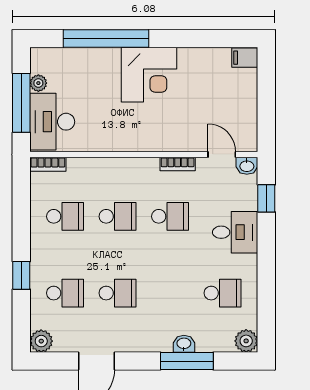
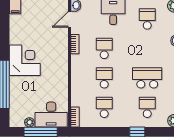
school desk: (118, 293) -> (147, 78), width x1.85

